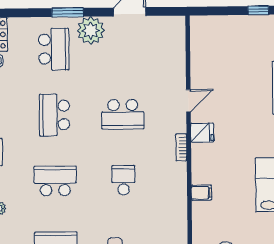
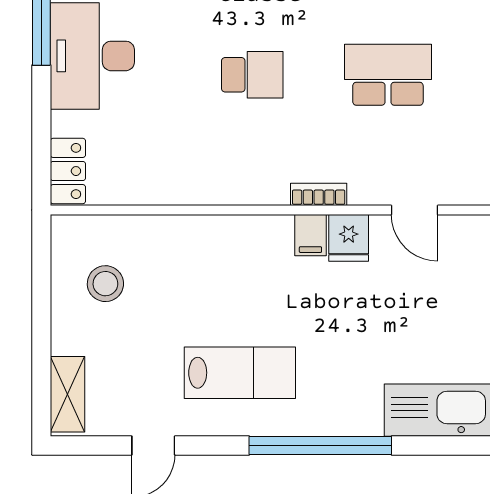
school desk: (123, 114) -> (388, 75), turned 90
filing cabinet: (201, 193) -> (310, 235), moved

